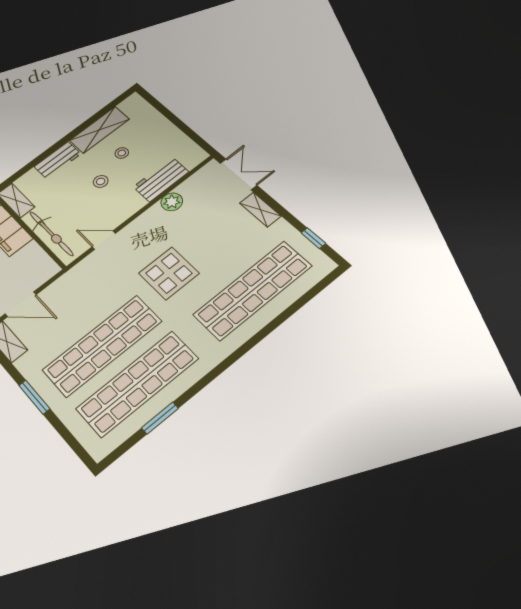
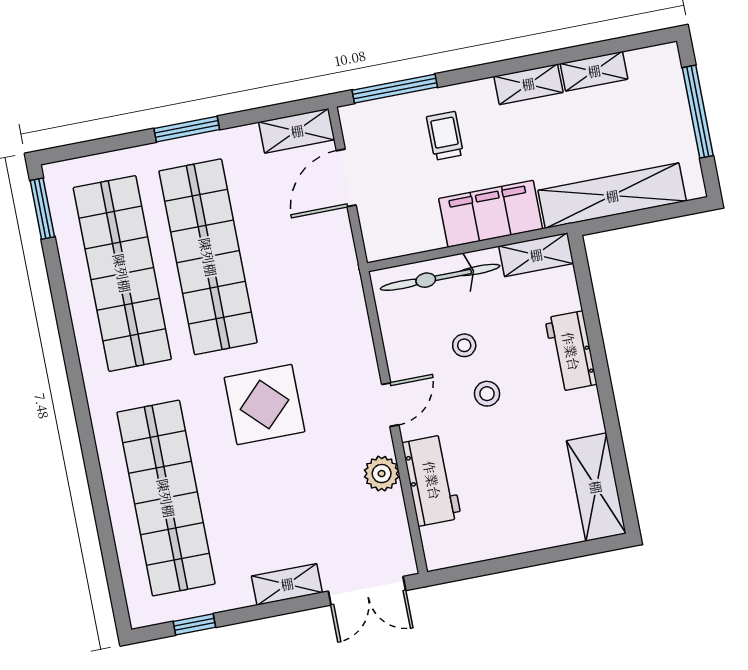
shelving: (99, 130) -> (596, 487), moved
stool: (122, 153) -> (464, 345), moved
door: (104, 240) -> (390, 405), moved
window: (160, 418) -> (42, 209), moved

